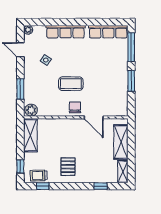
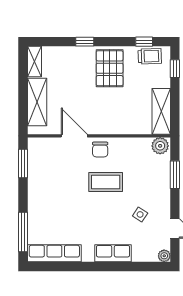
row of seats: (65, 32) -> (113, 253), width x0.68
window: (131, 81) -> (23, 164), moved
pallet: (68, 167) -> (110, 68), width x1.50, depth x1.42
window: (101, 186) -> (85, 42), moved

